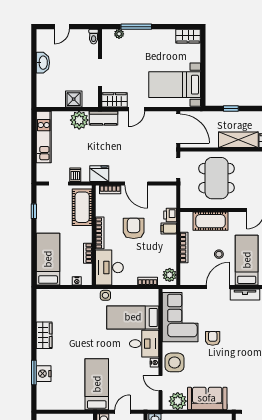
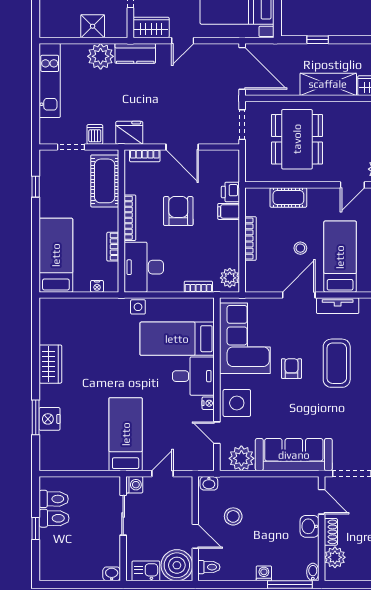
cot: (211, 221) -> (288, 198), width x0.73, depth x0.75
coffee table: (244, 335) -> (337, 363), added
sofa: (207, 398) -> (294, 455), width x1.36

